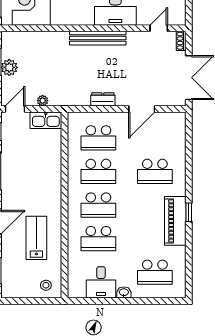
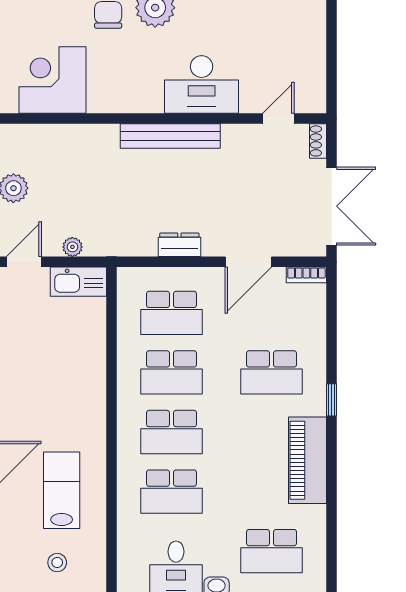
bookcase: (175, 116) -> (306, 275), added
window: (189, 212) -> (332, 400), moved
stool: (46, 285) -> (57, 563), moved

